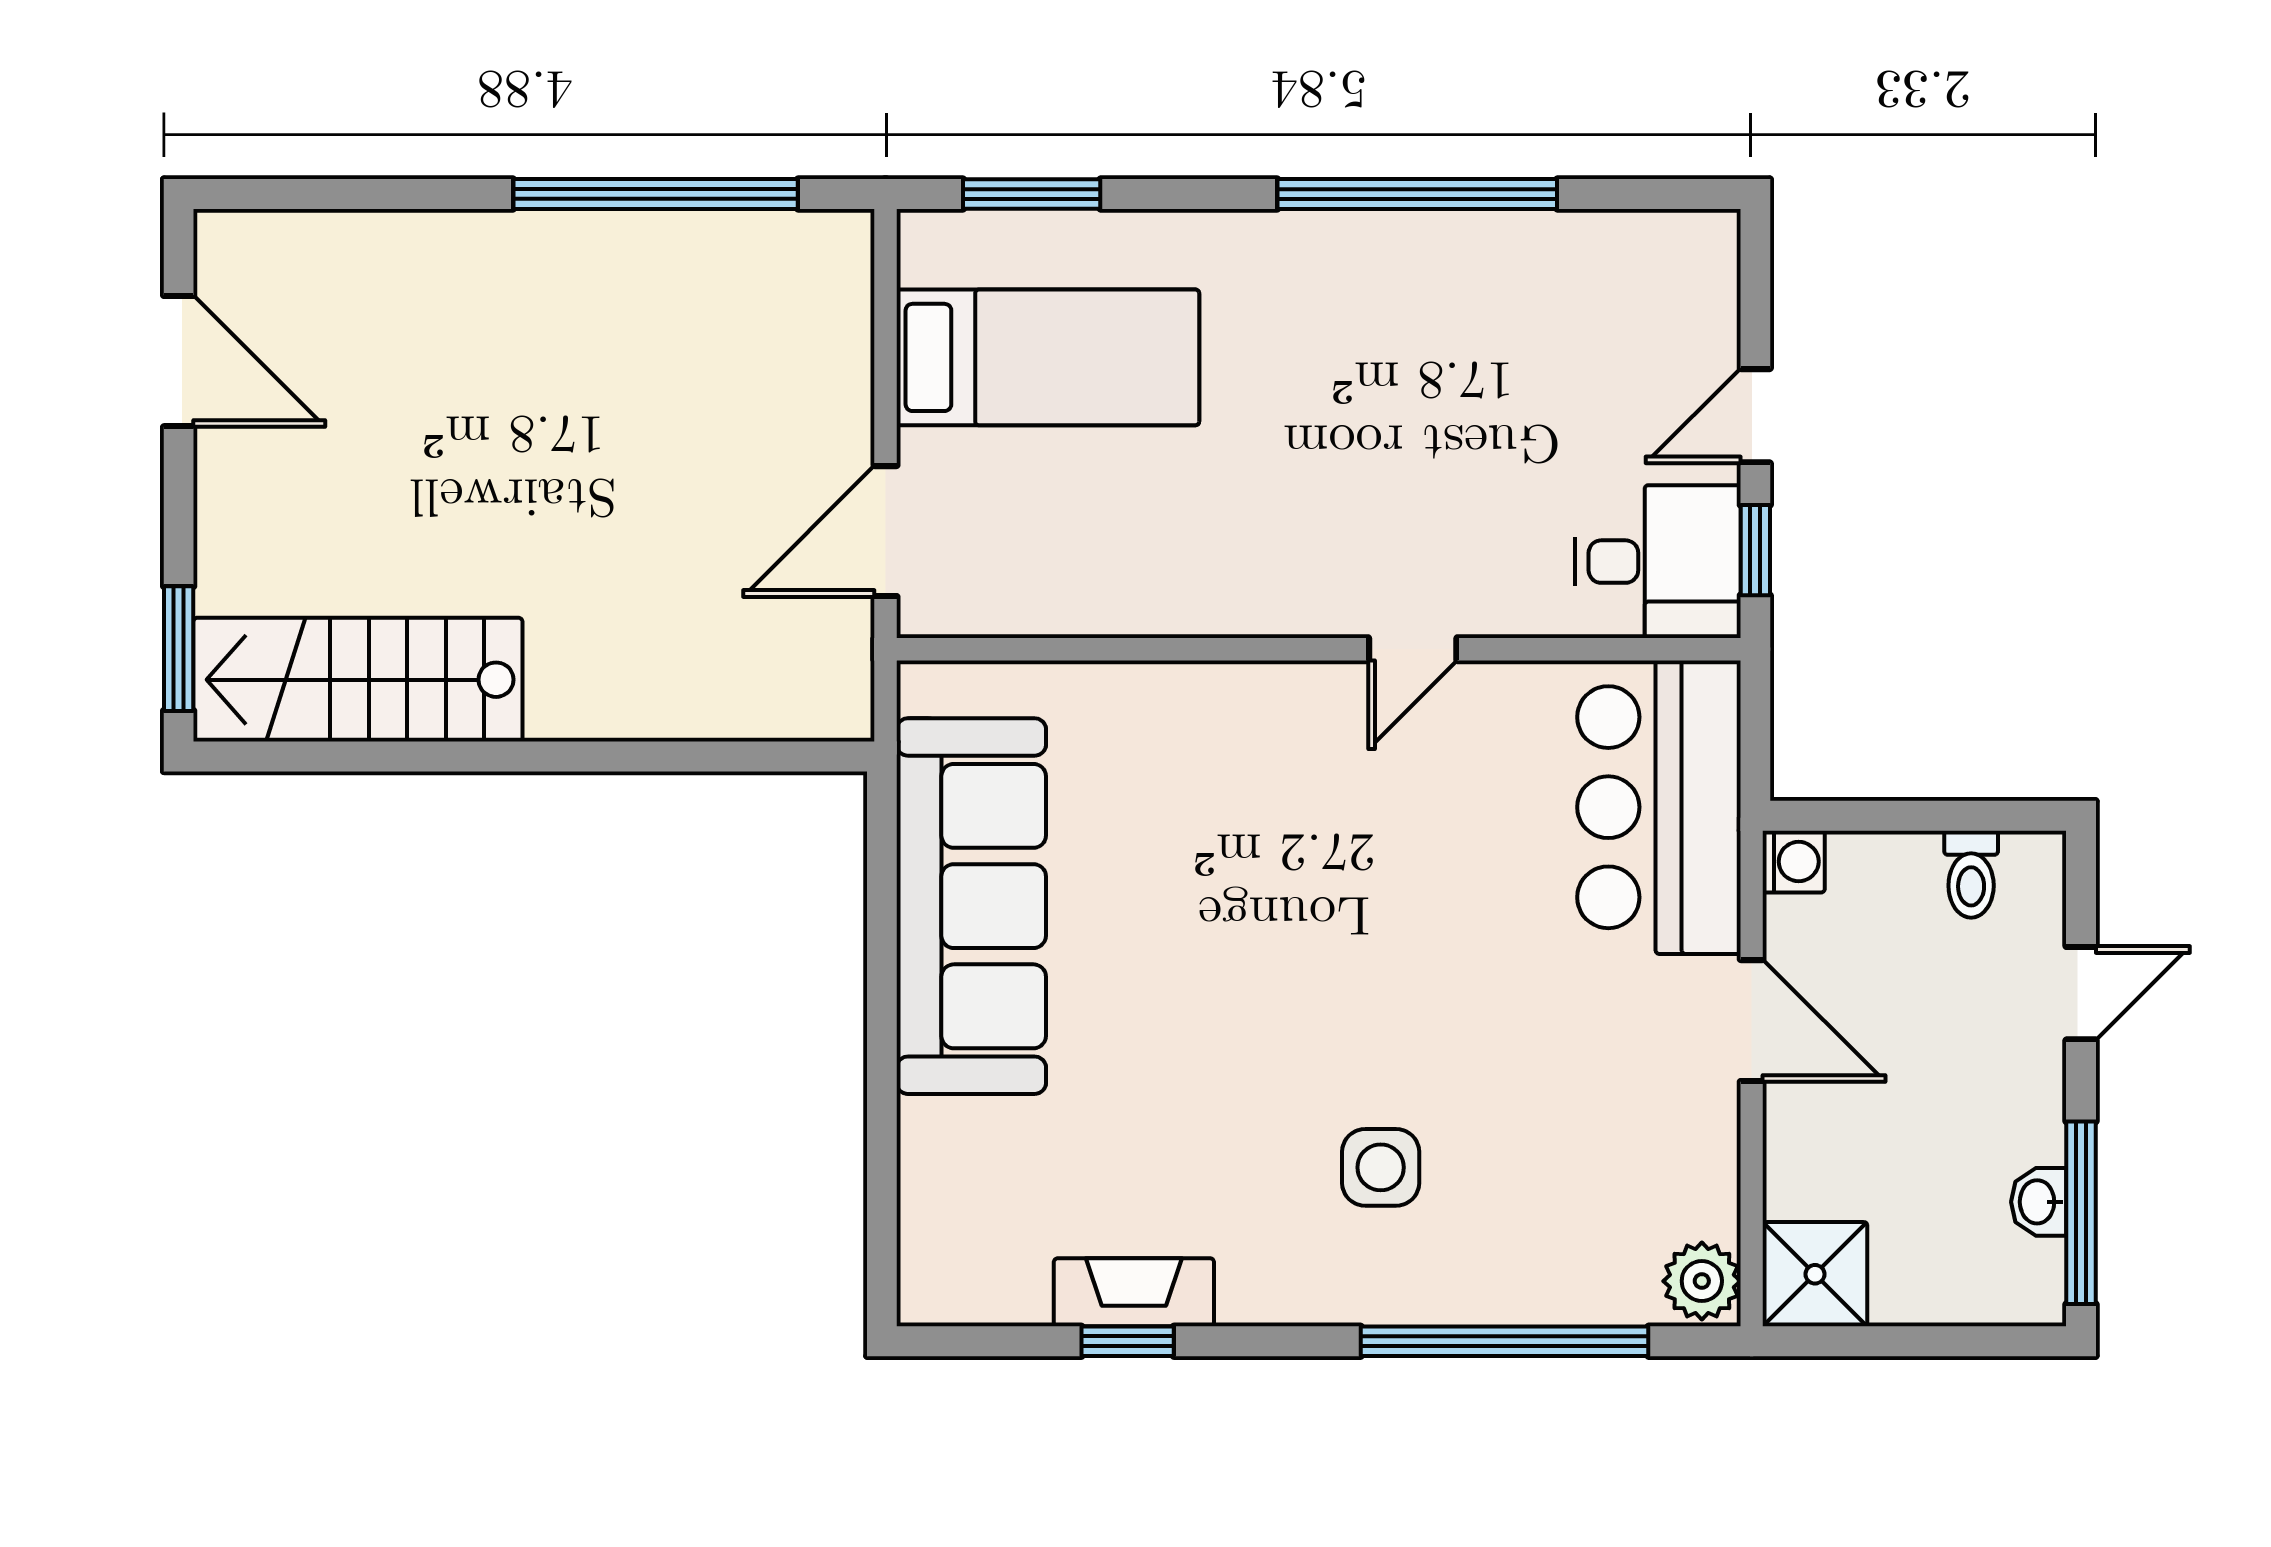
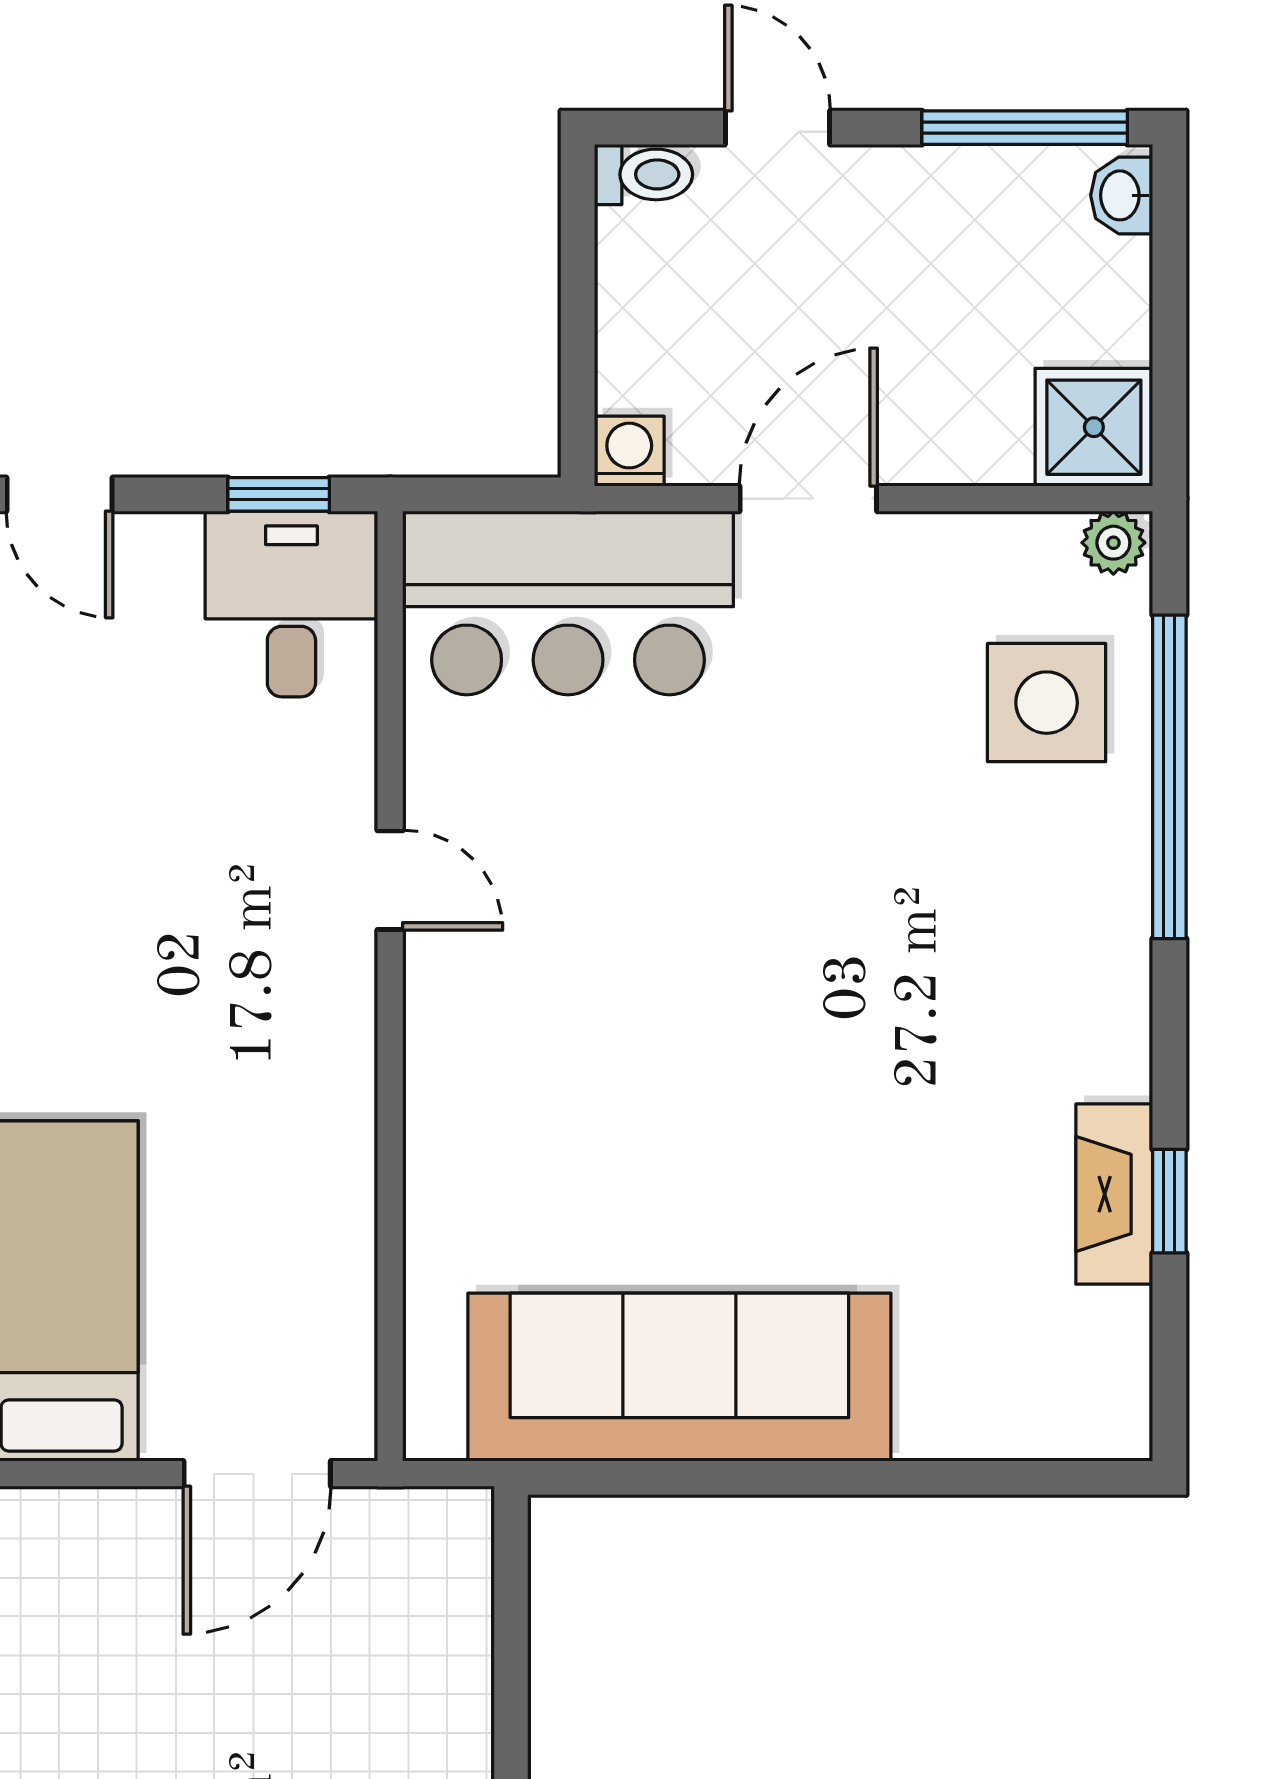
door: (1755, 416) -> (60, 494), moved
door: (886, 531) -> (257, 1474), hinge flipped
toilet: (1971, 874) -> (643, 174), moved
side table: (1381, 1167) -> (1047, 703), moved, width x1.37, depth x1.37
washbasin: (2039, 1202) -> (1122, 195), moved, turned 90
plant: (1702, 1281) -> (1113, 543), width x0.73, depth x0.73

